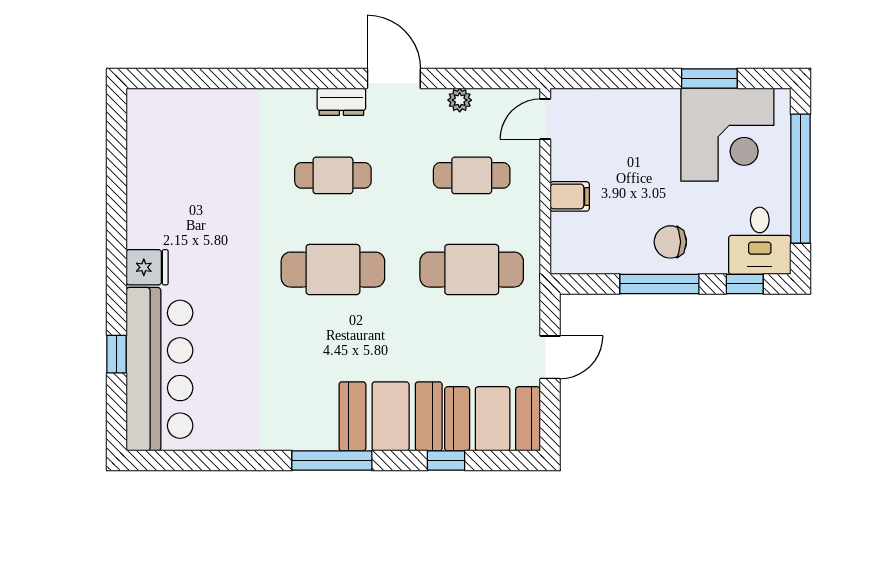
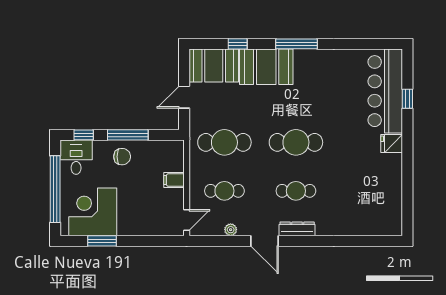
dresser: (341, 102) -> (297, 229), width x1.44

